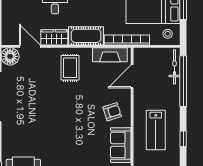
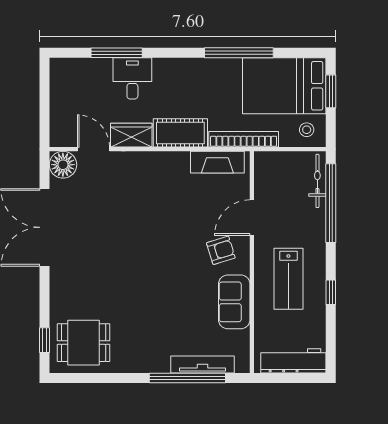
rug: (70, 68) -> (156, 182), removed
door: (132, 76) -> (252, 218), moved

